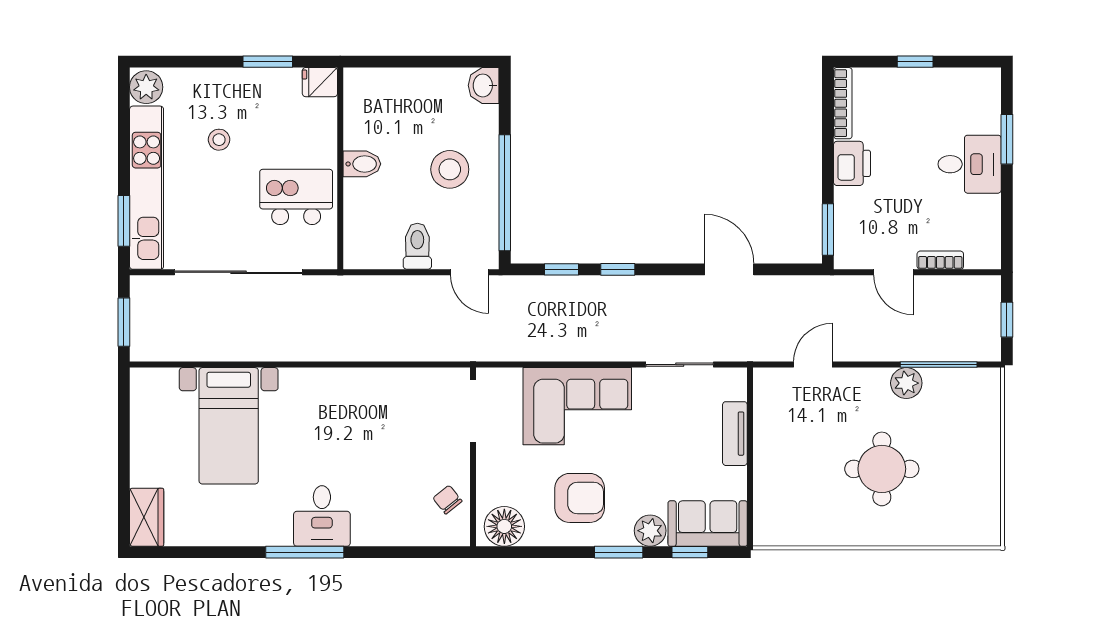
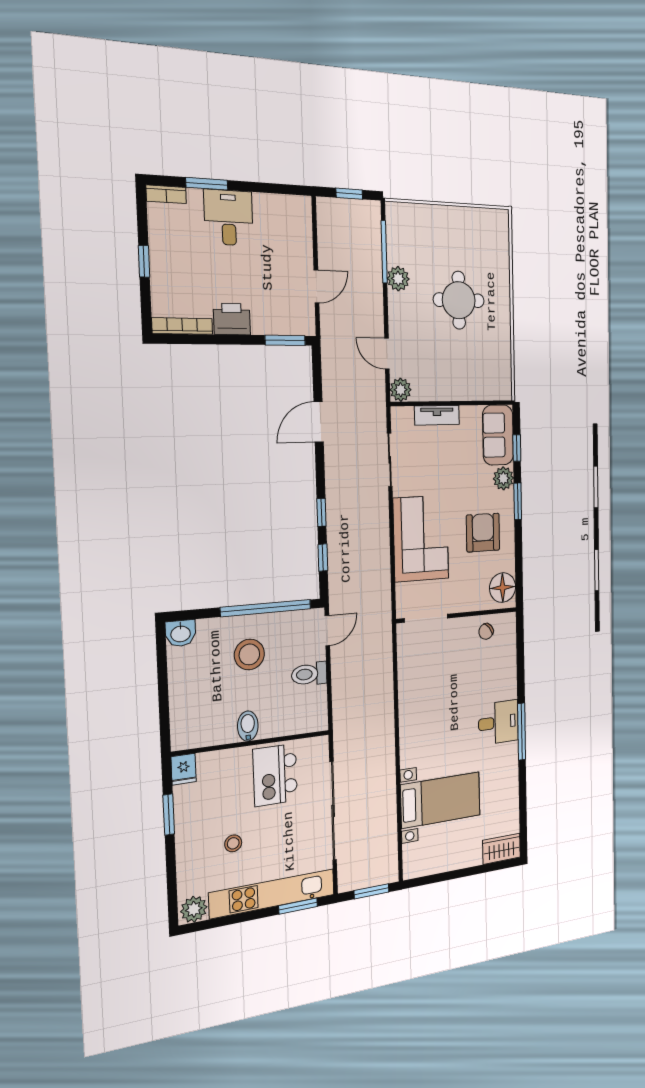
bookcase: (940, 260) -> (166, 194), moved, turned -90
plant: (768, 382) -> (401, 390), added

